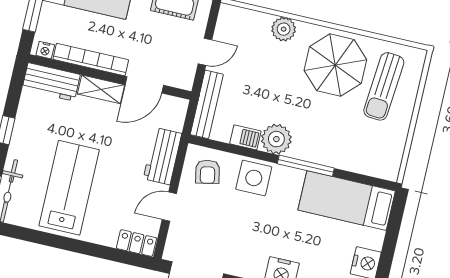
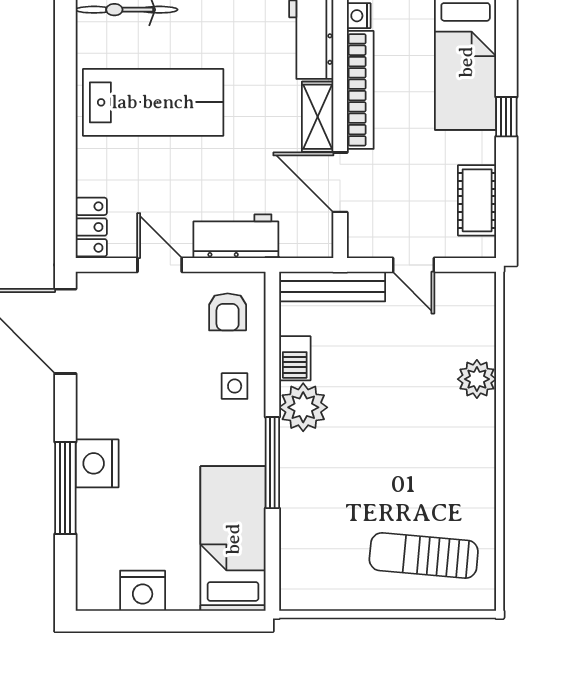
parasol: (335, 65) -> (440, 472), removed
armchair: (208, 172) -> (228, 312), turned -78
side table: (254, 178) -> (235, 386), width x0.54, depth x0.54

